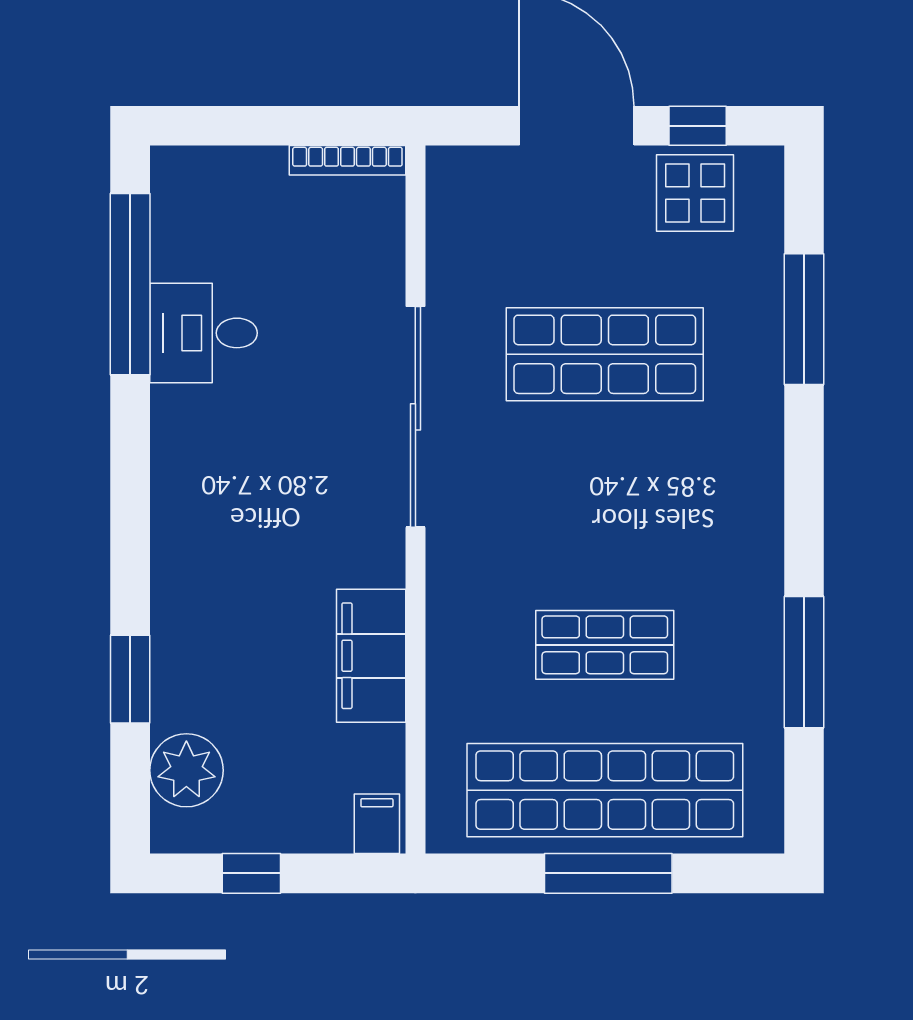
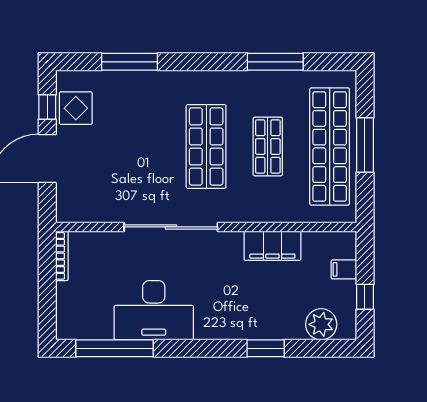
desk: (204, 333) -> (154, 310), width x1.87, depth x1.30
shop shelf: (605, 354) -> (206, 146), moved
window: (130, 679) -> (266, 348), moved
filing cabinet: (377, 824) -> (344, 269), moved

